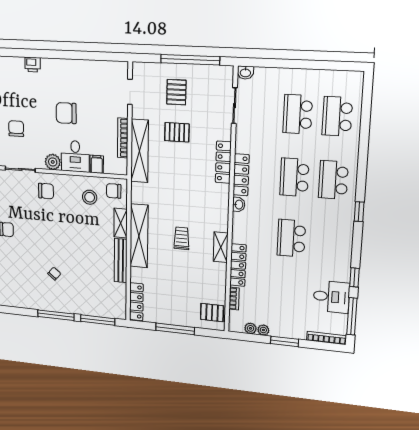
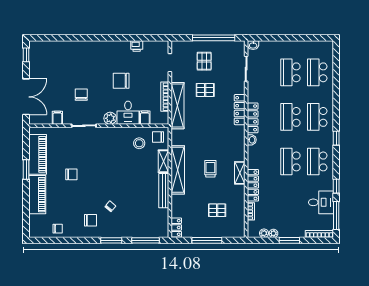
printer: (33, 65) -> (137, 46), moved
chair: (46, 191) -> (90, 220), moved
school desk: (330, 242) -> (317, 161), added
locker: (136, 302) -> (176, 227), width x0.66
pallet: (212, 313) -> (217, 210), moved
window: (56, 315) -> (111, 240), width x0.69

